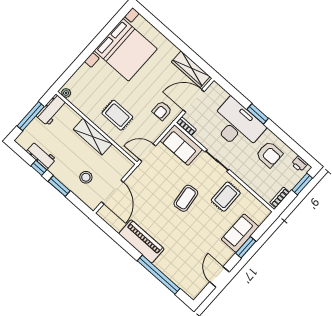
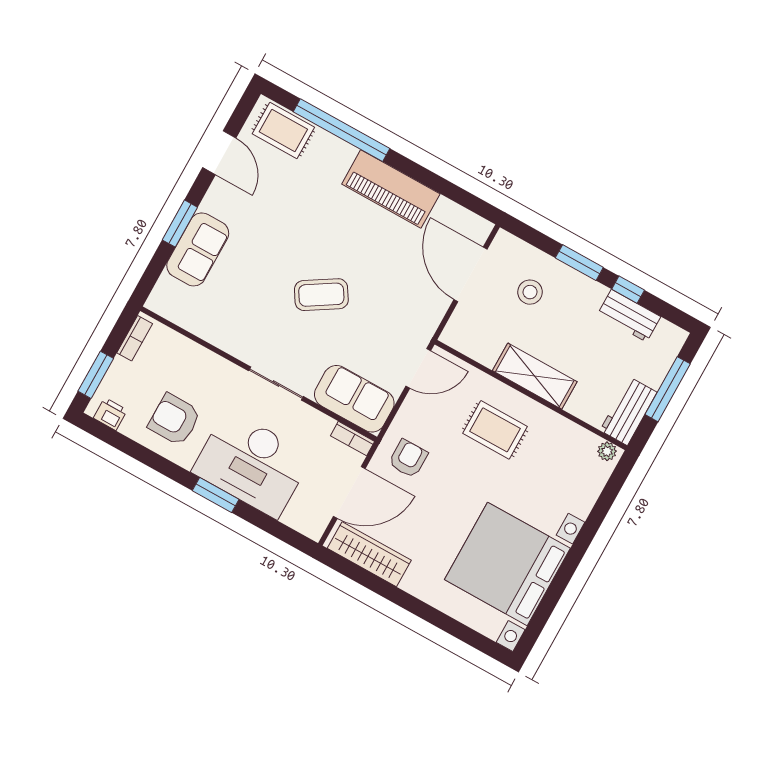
rug: (226, 197) -> (283, 130), moved, turned 90
coffee table: (186, 198) -> (321, 295), turned 65

